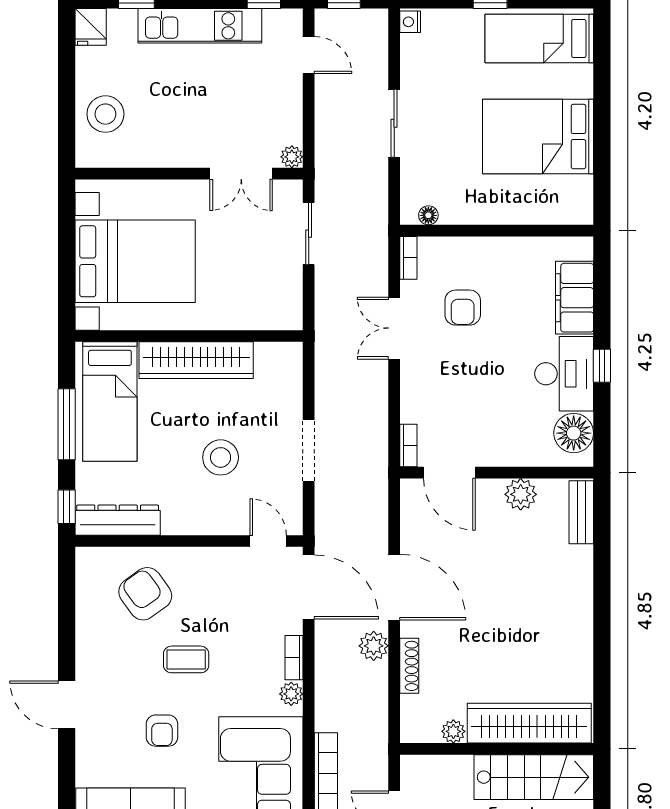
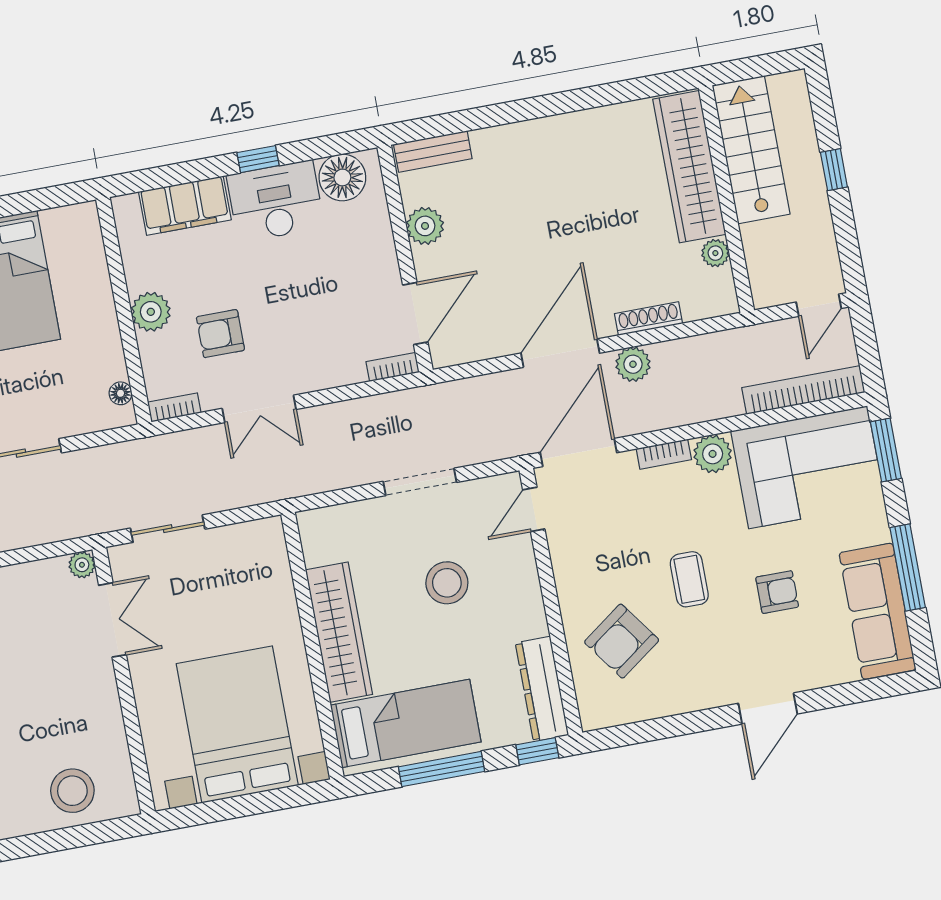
plant: (492, 253) -> (151, 312), added
armchair: (463, 308) -> (220, 334), turned 180
plant: (291, 694) -> (713, 454), width x1.38, depth x1.38

